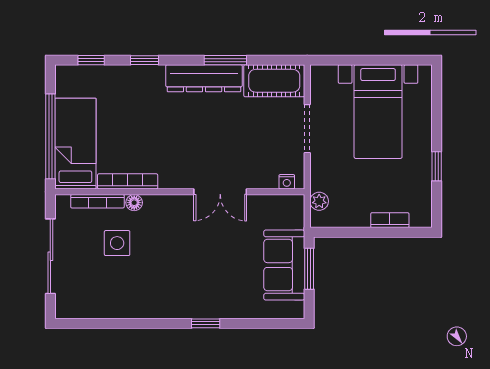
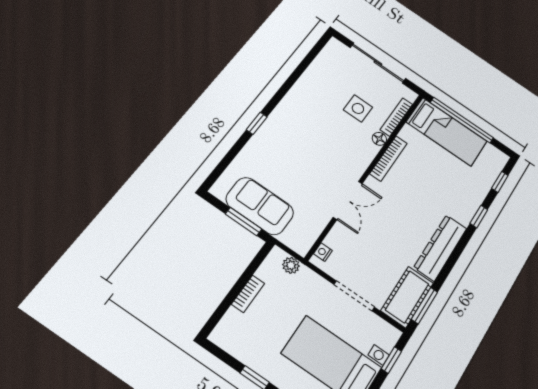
window: (225, 60) -> (425, 306), moved
window: (342, 60) -> (391, 360), added
bookcase: (128, 181) -> (389, 158), moved
double door: (220, 192) -> (348, 200), swing flipped
bookcase: (390, 220) -> (248, 294), moved

